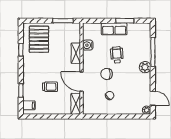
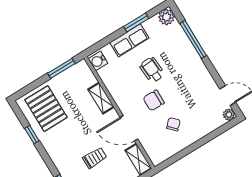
water cooler: (88, 45) -> (98, 61), moved
plant: (145, 67) -> (166, 17), moved

